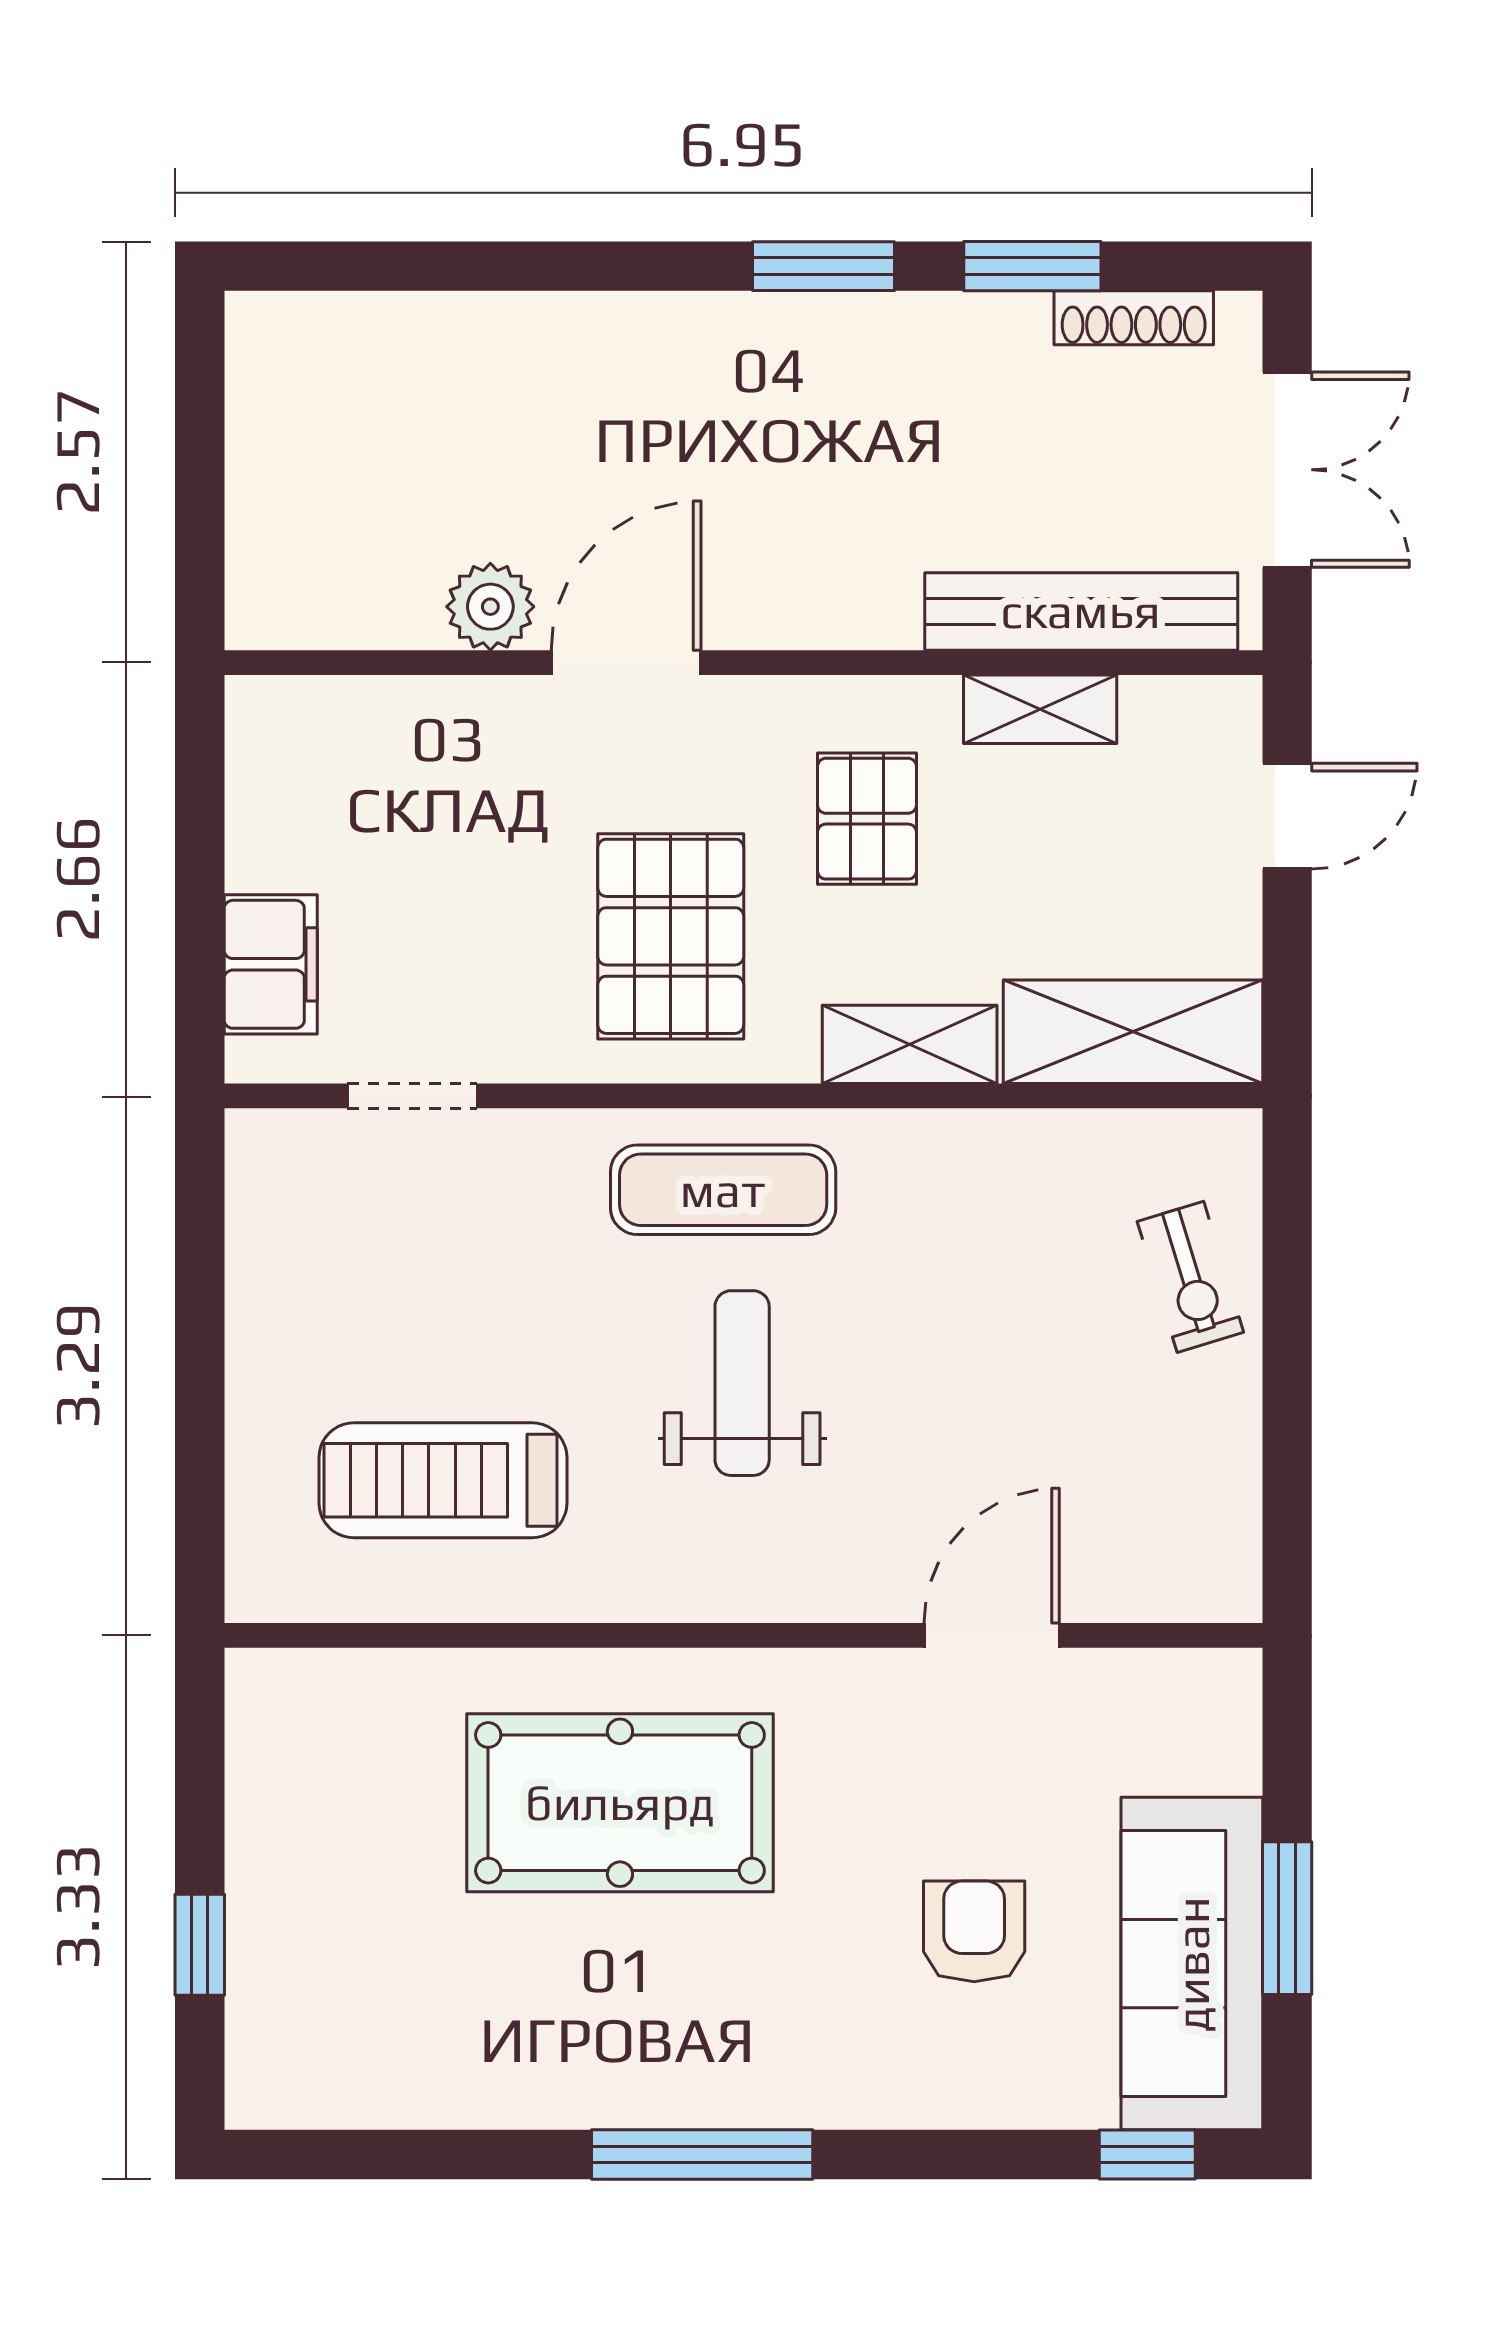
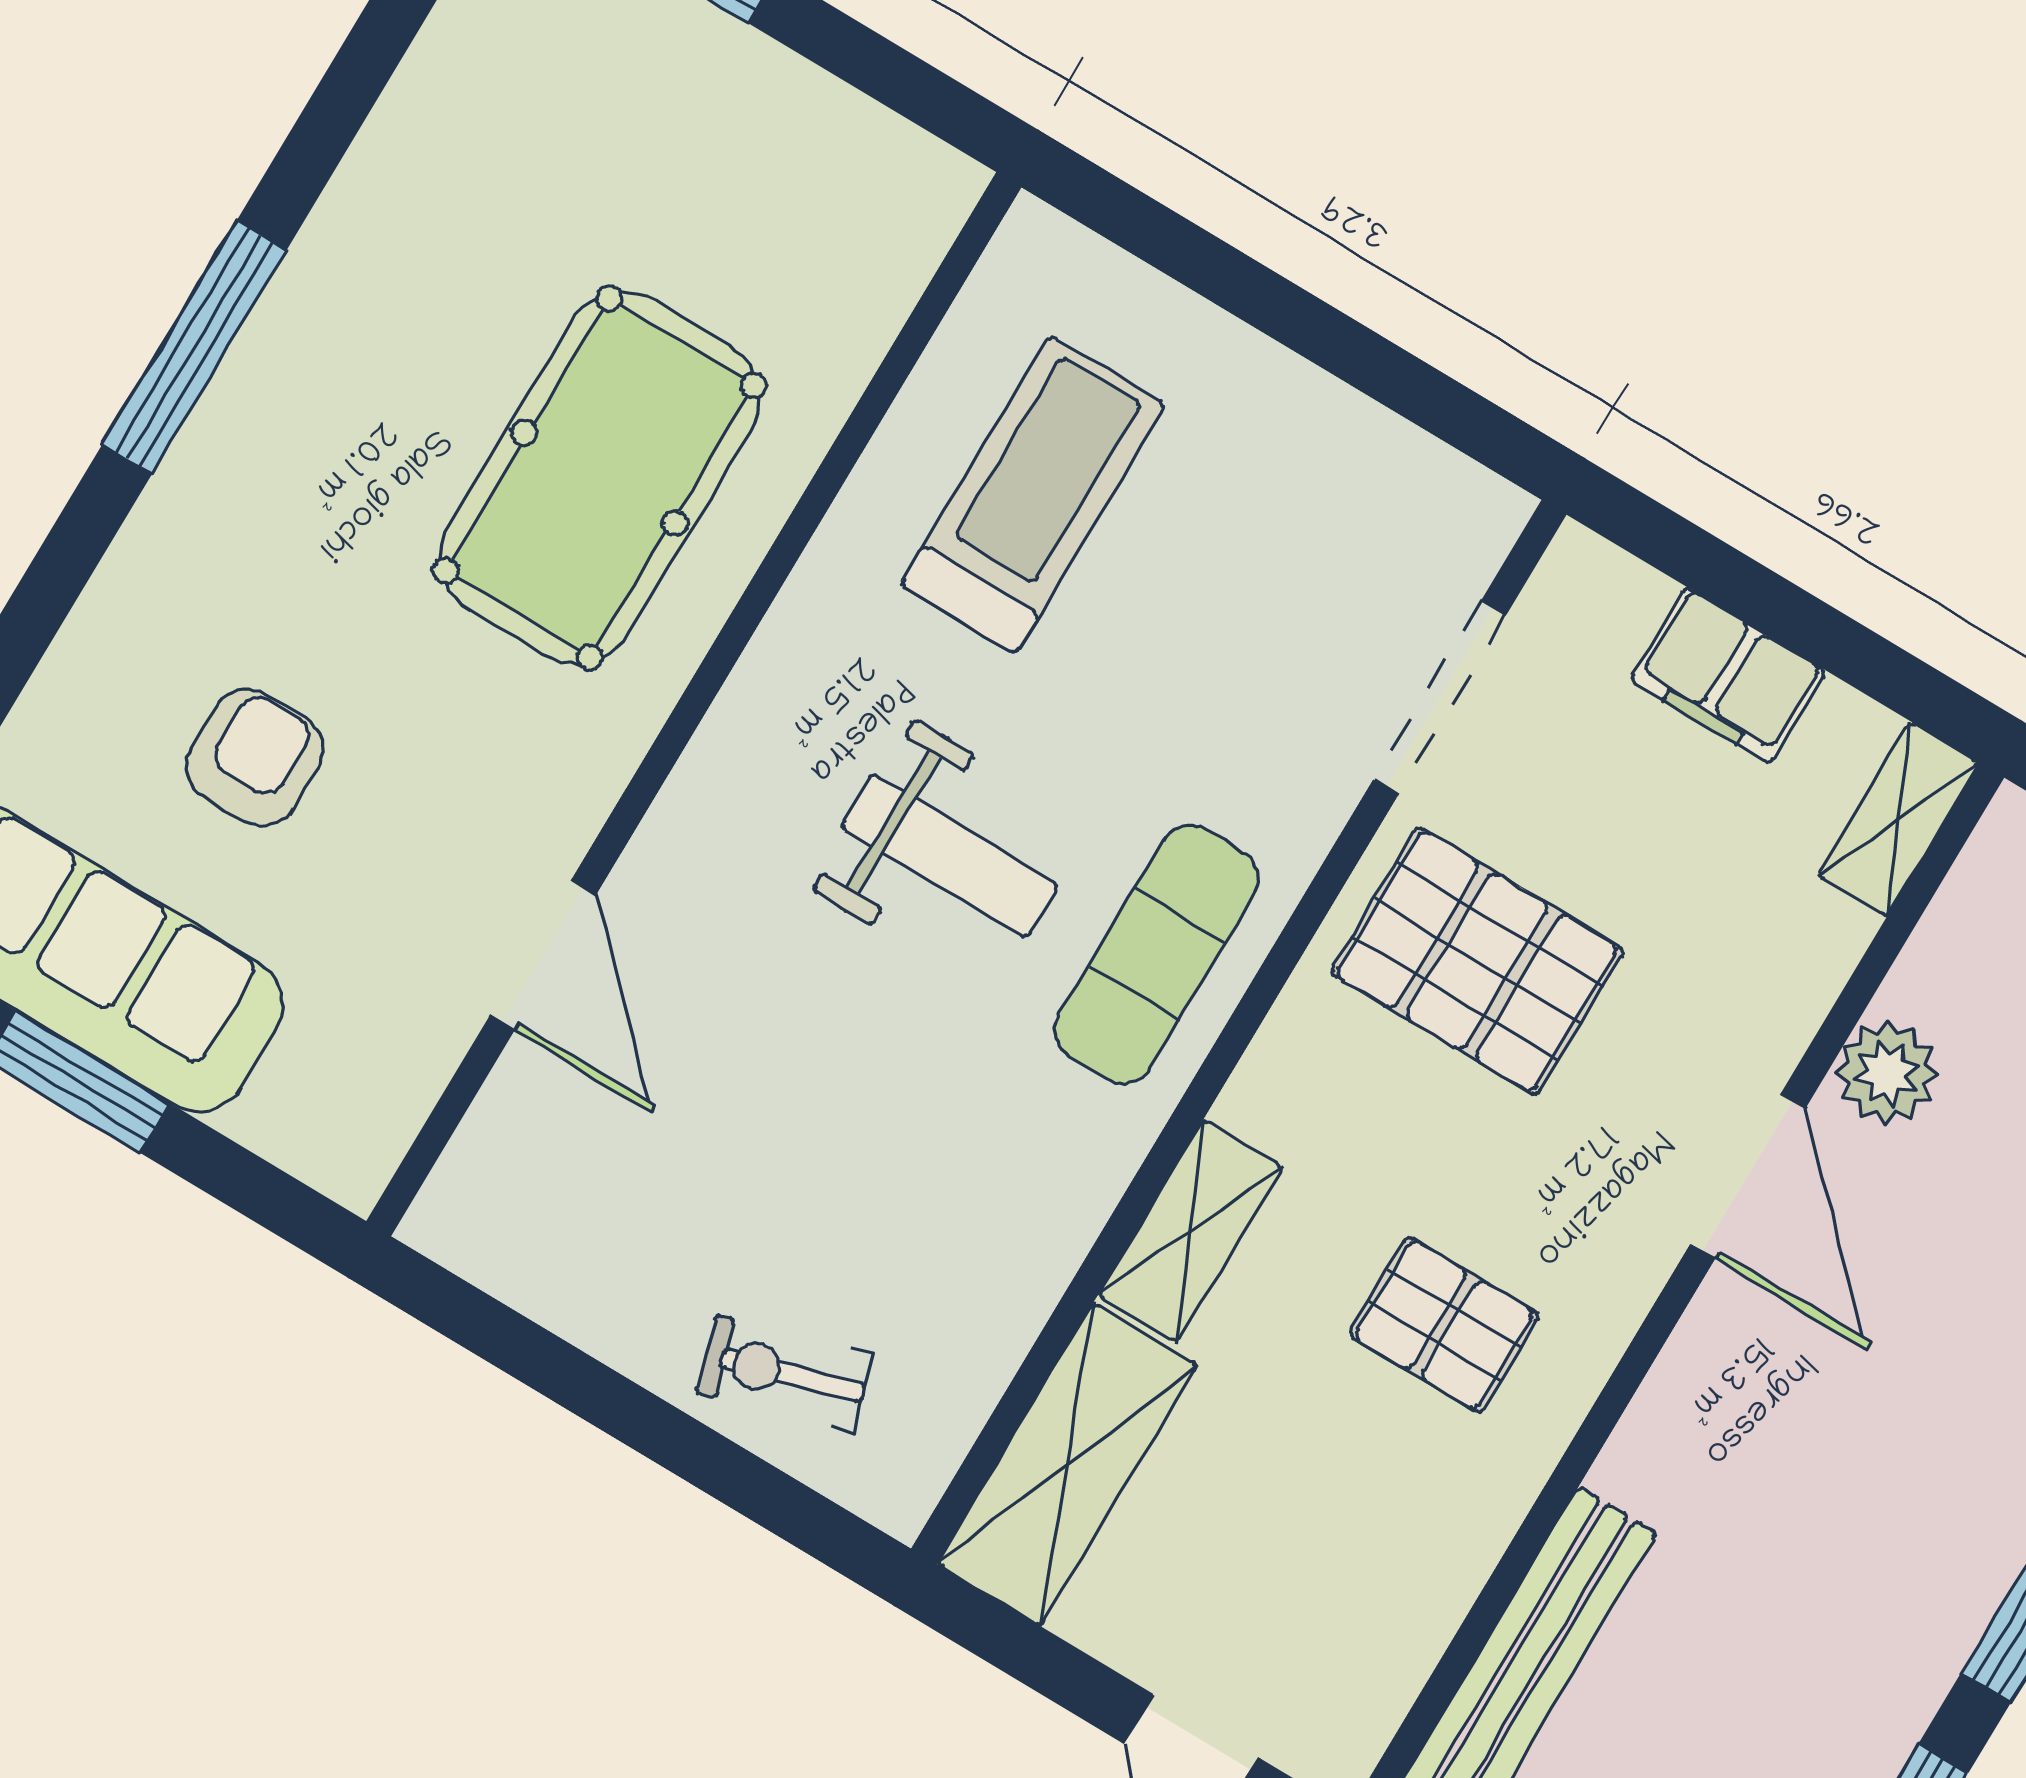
shelving: (1040, 709) -> (1898, 819), moved
pallet: (671, 936) -> (1477, 961), moved
filing cabinet: (271, 964) -> (1728, 676), moved
doorway: (412, 1096) -> (1440, 697), width x1.38
armchair: (974, 1931) -> (255, 758), turned -90

